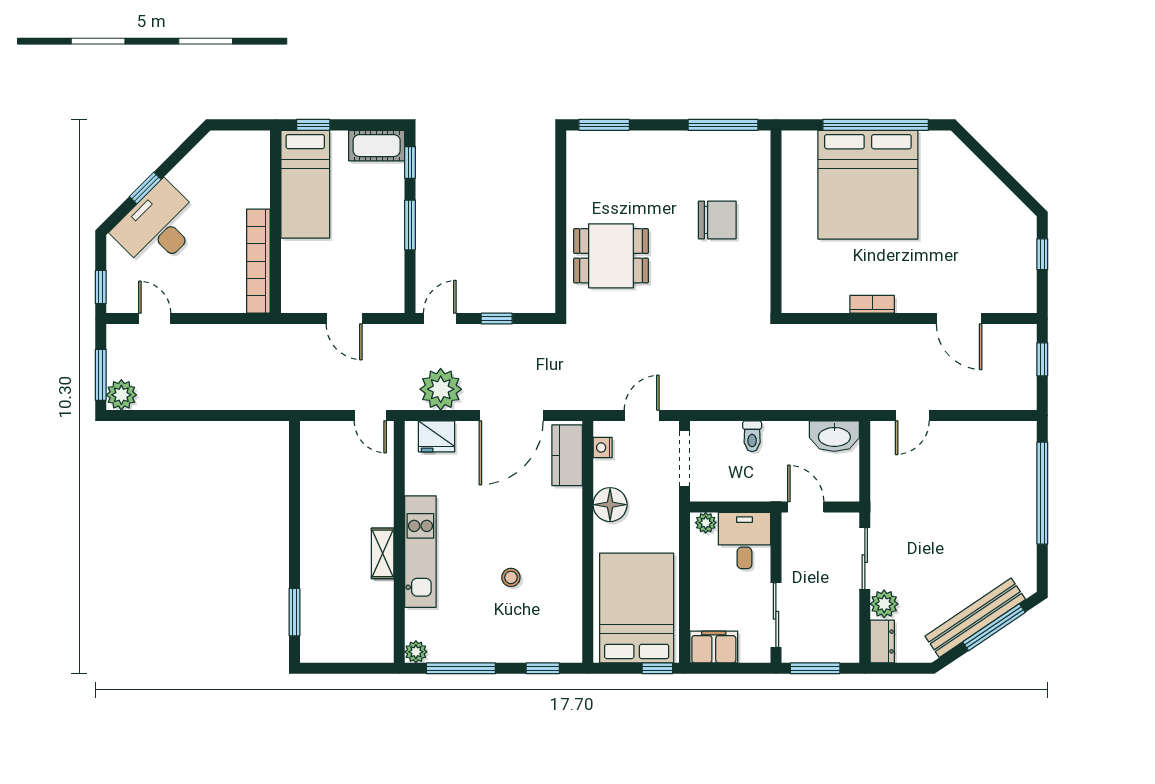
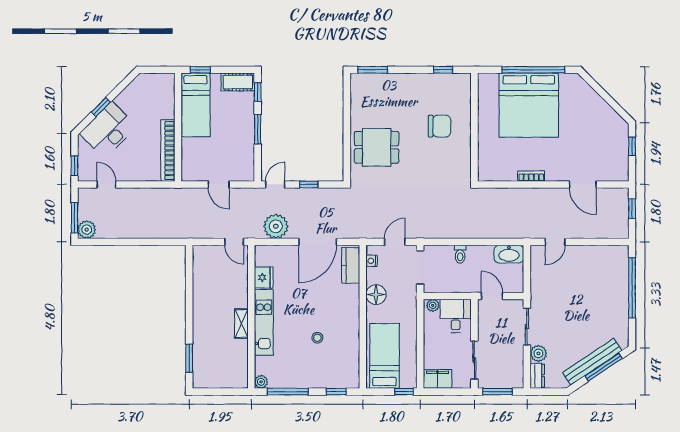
window: (723, 125) -> (443, 70), width x0.46
fridge: (436, 436) -> (264, 277), moved, turned -90
bed: (637, 608) -> (384, 356), width x0.67

